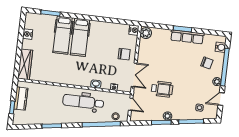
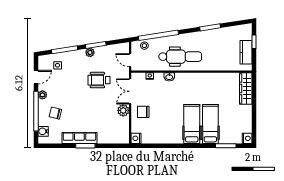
plant: (146, 33) -> (123, 110), moved
nightstand: (28, 34) -> (247, 138), moved

